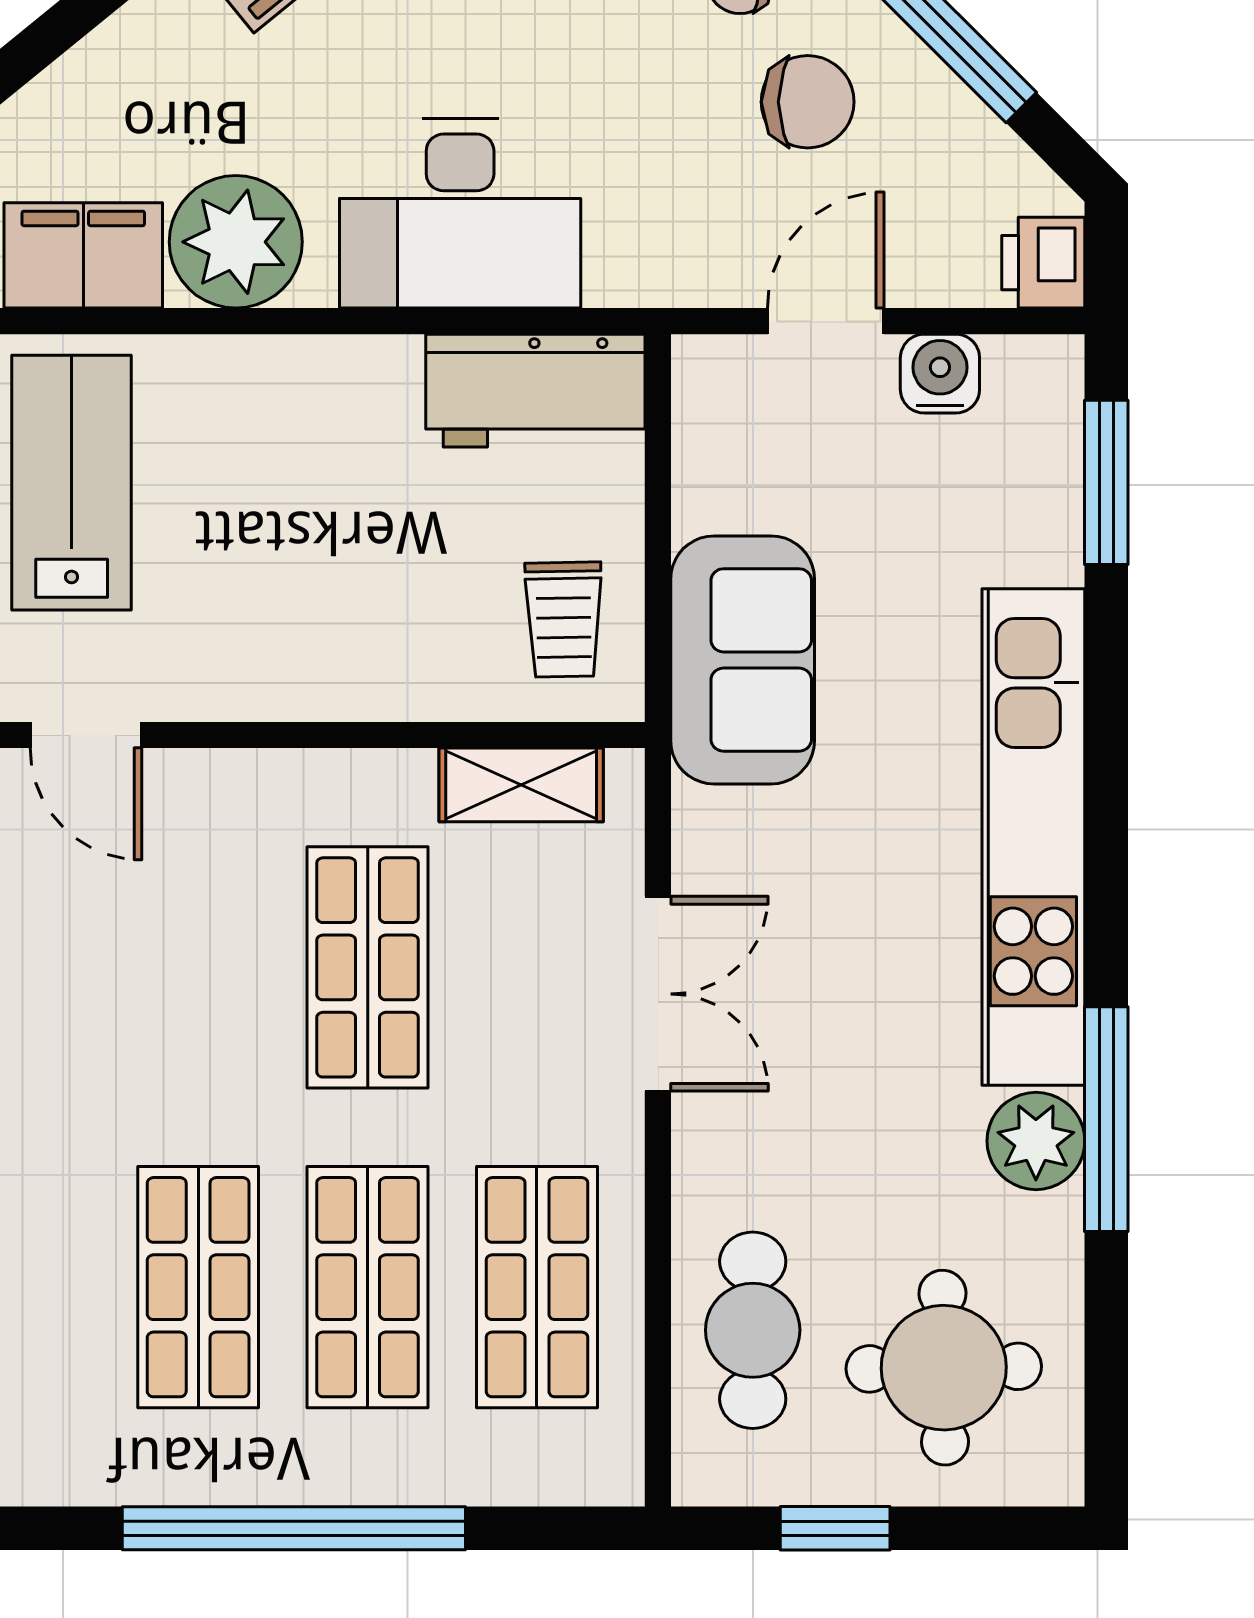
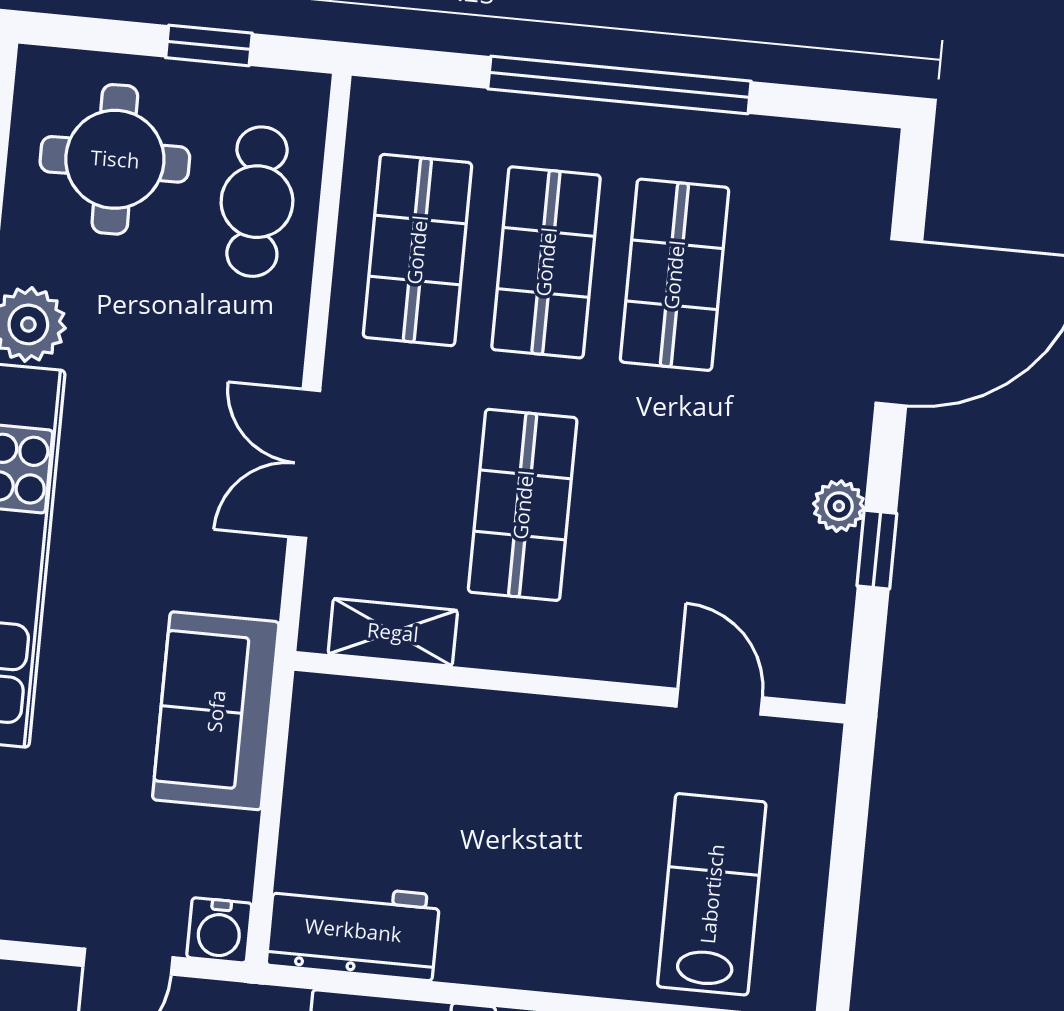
water cooler: (940, 374) -> (219, 930), moved
lab bench: (72, 483) -> (712, 894), turned 180
trolley: (564, 619) -> (348, 755), removed

